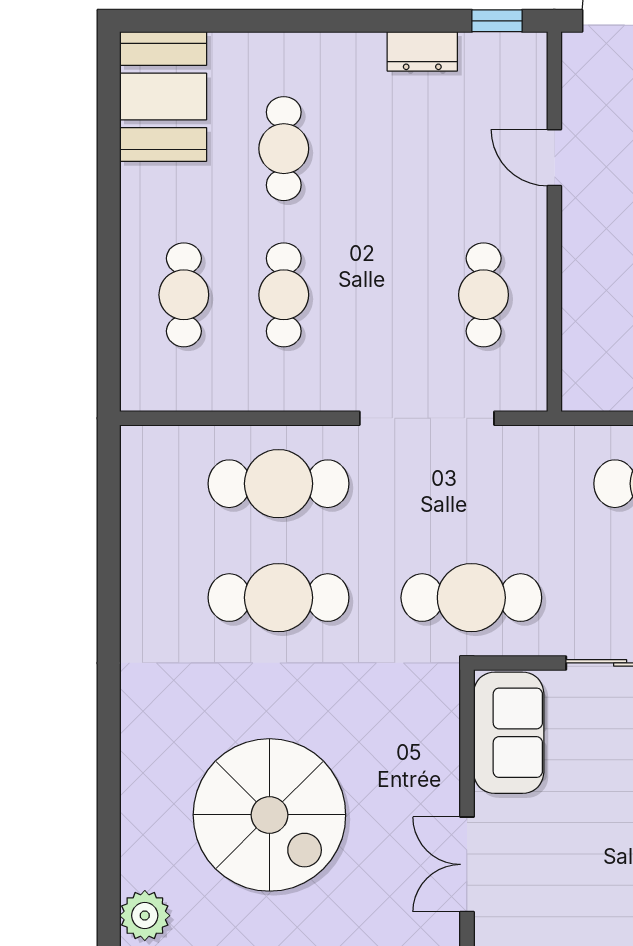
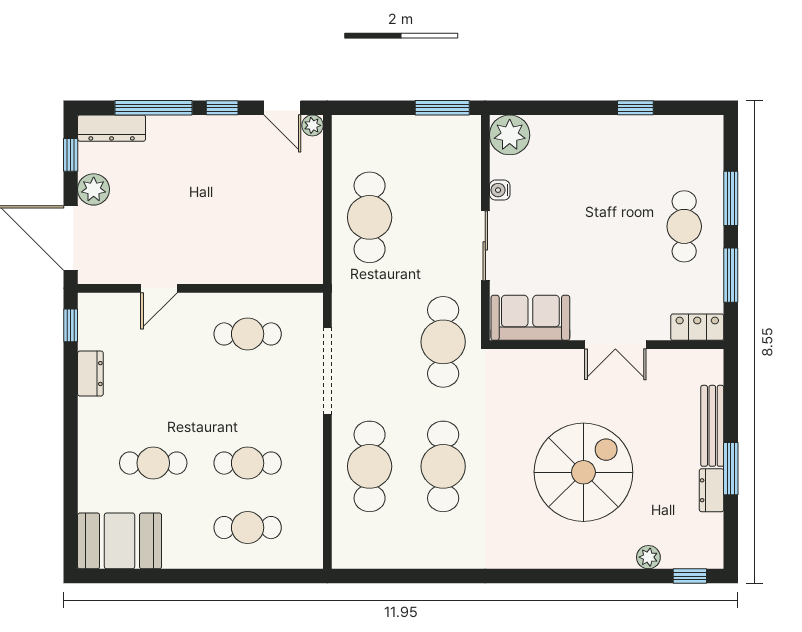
plant: (145, 916) -> (648, 557), width x0.73, depth x0.73

